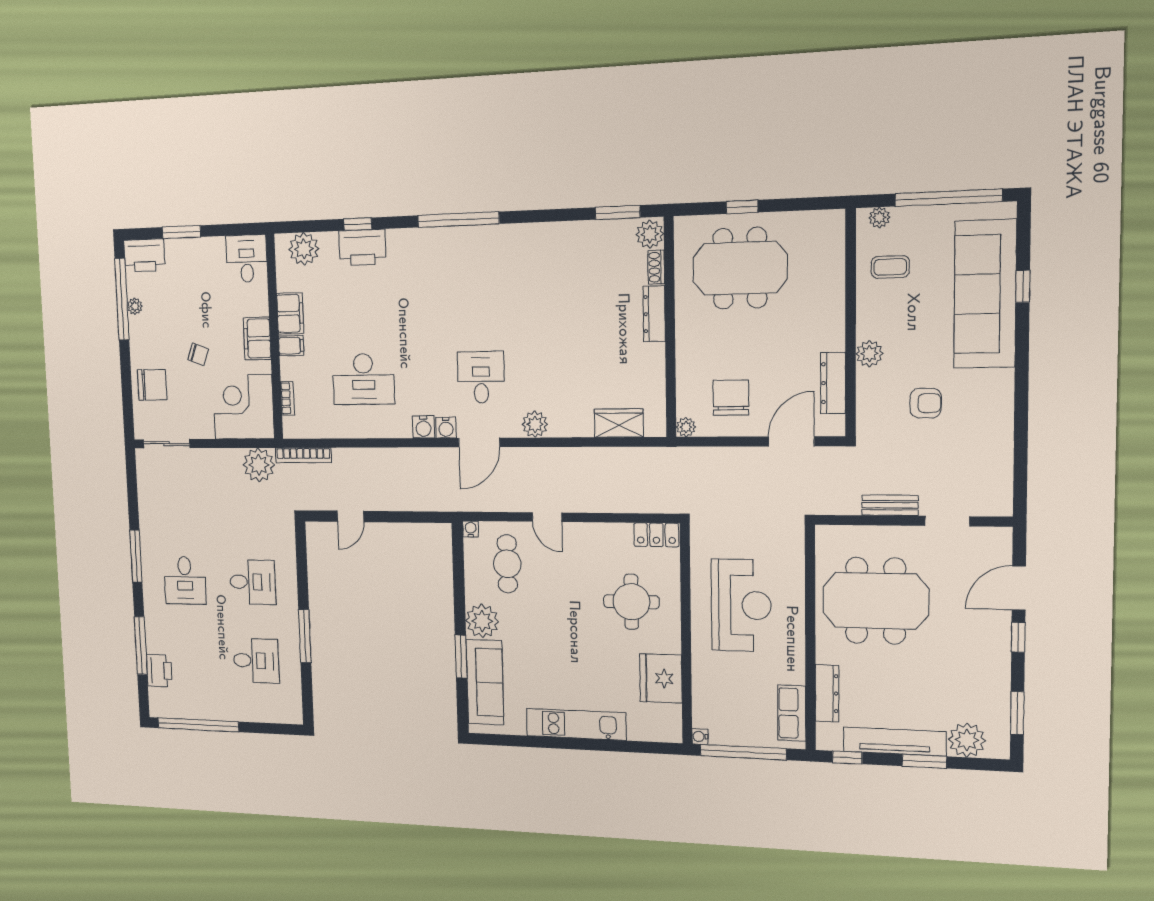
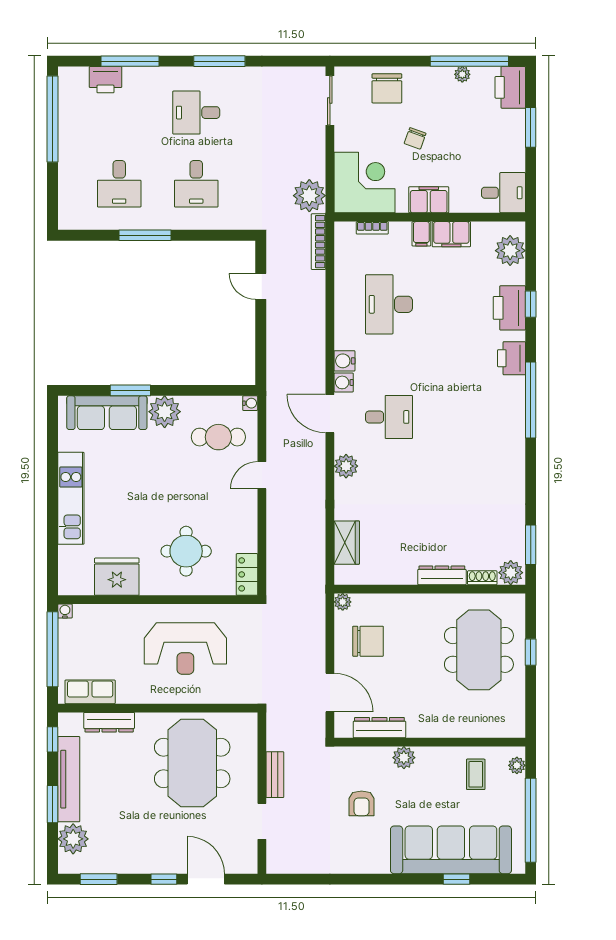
printer: (415, 243) -> (512, 358), added

